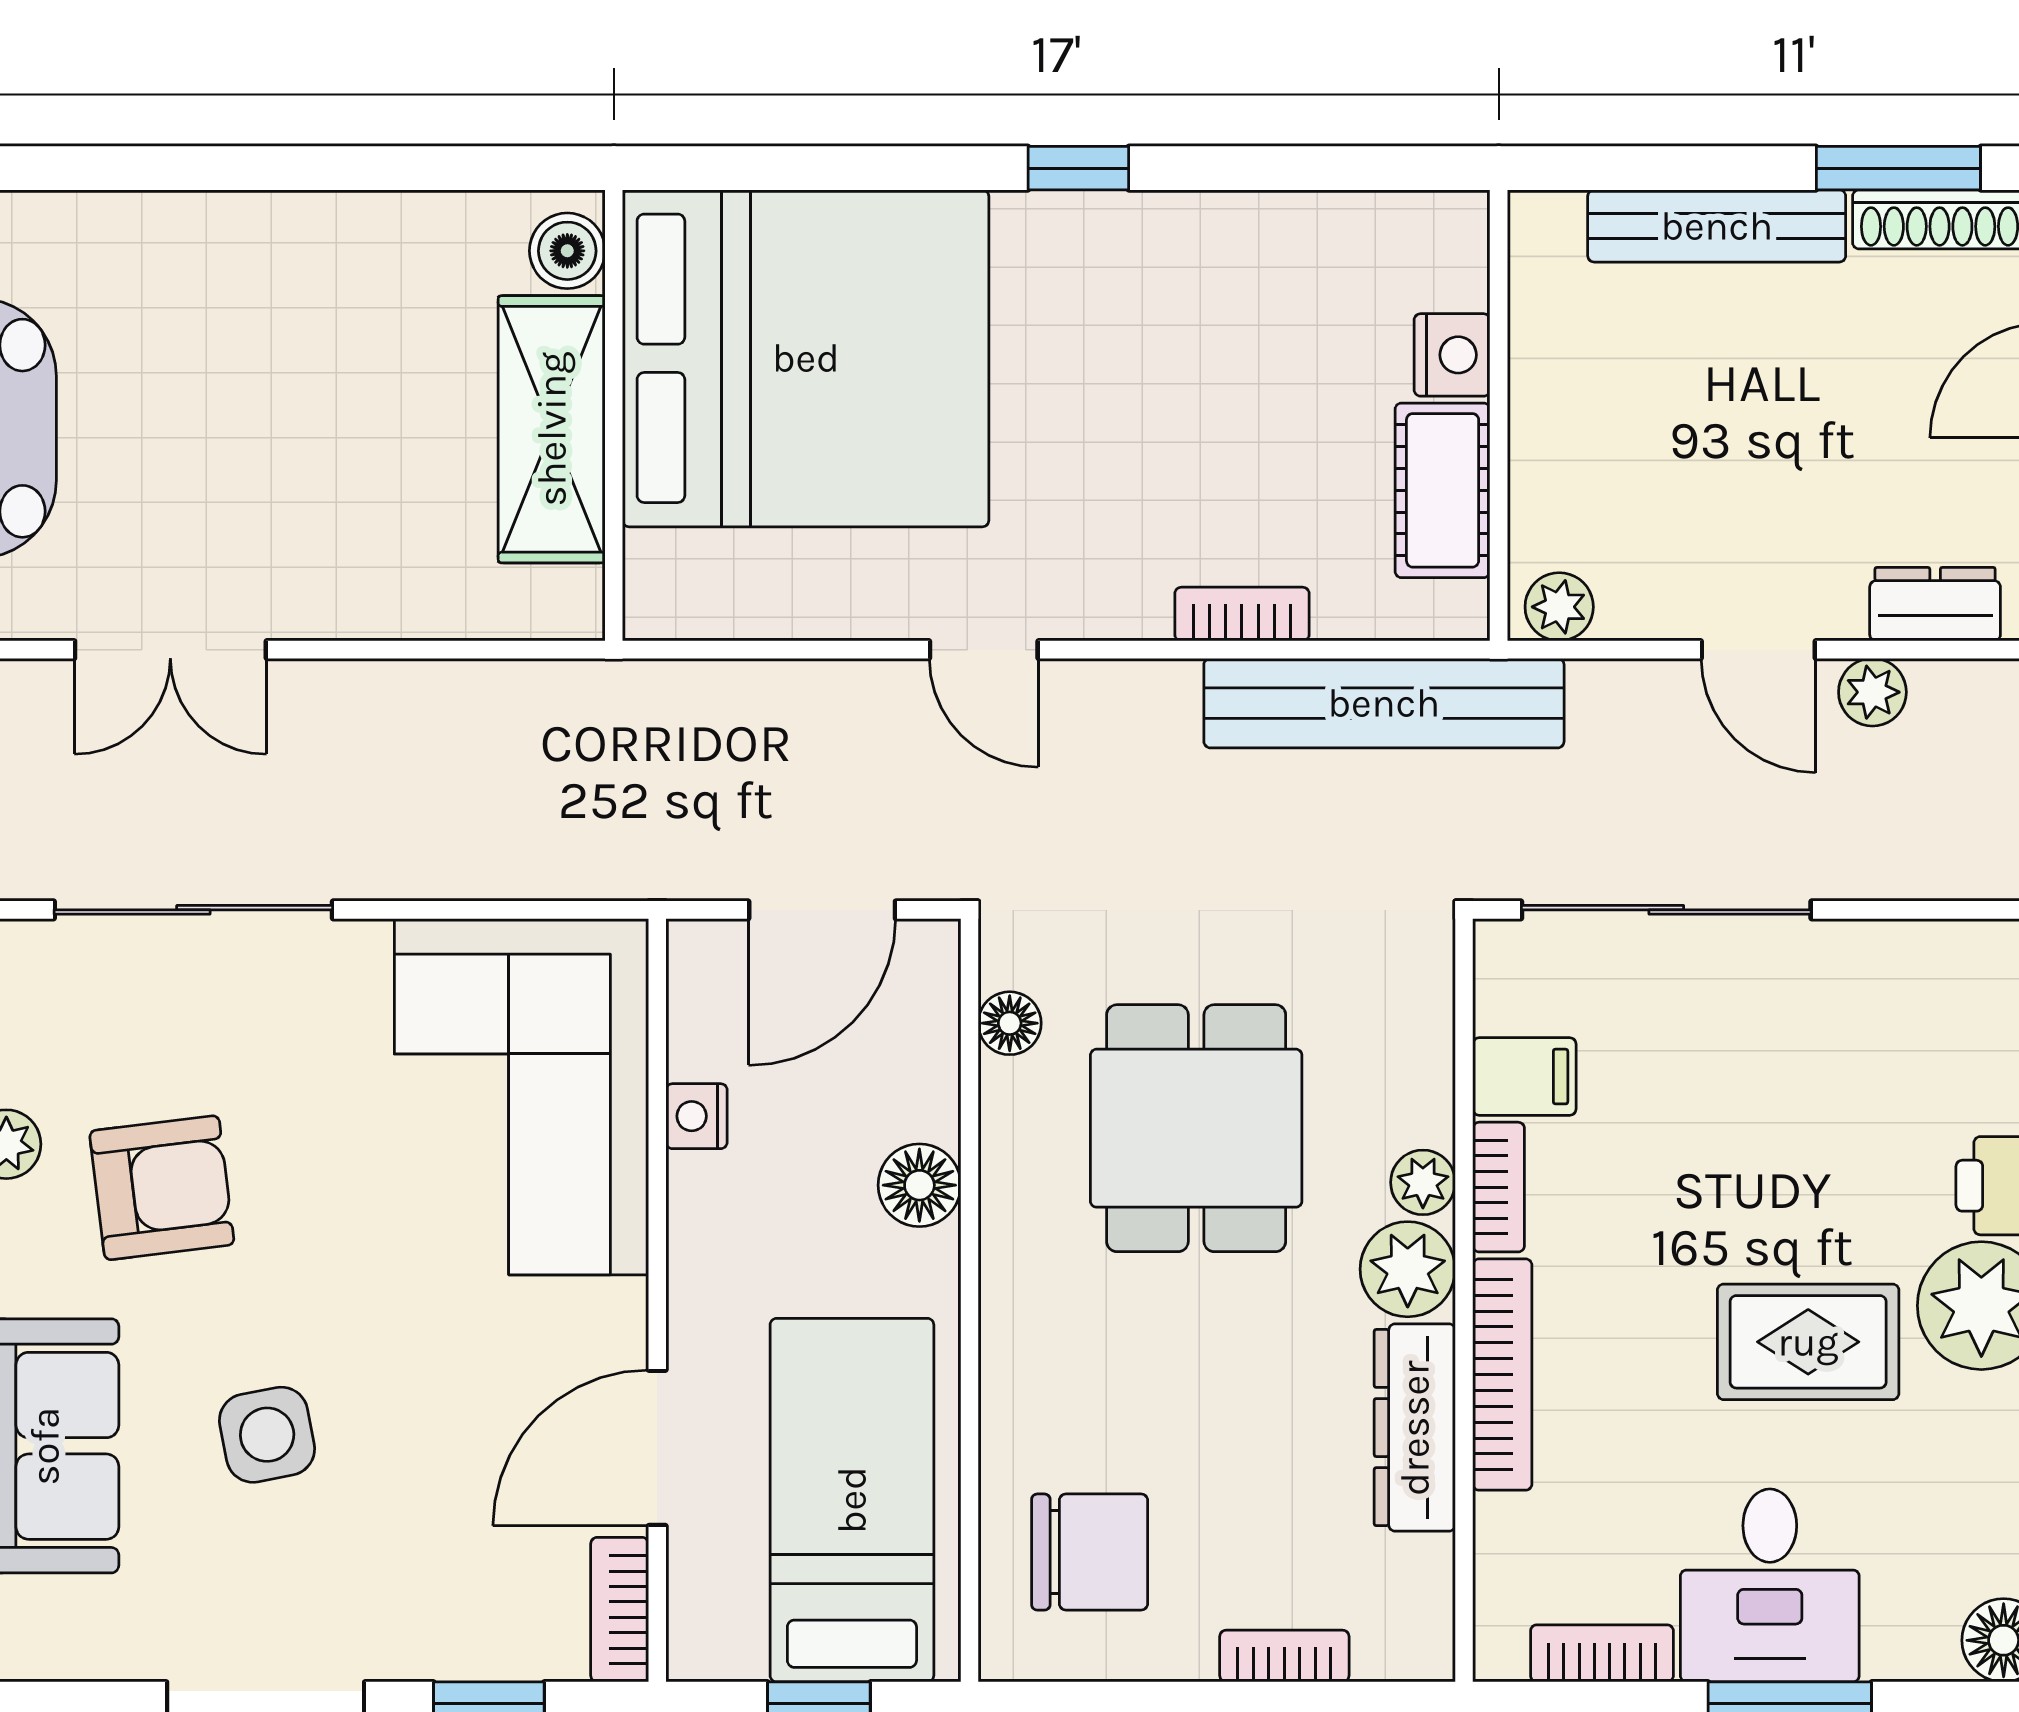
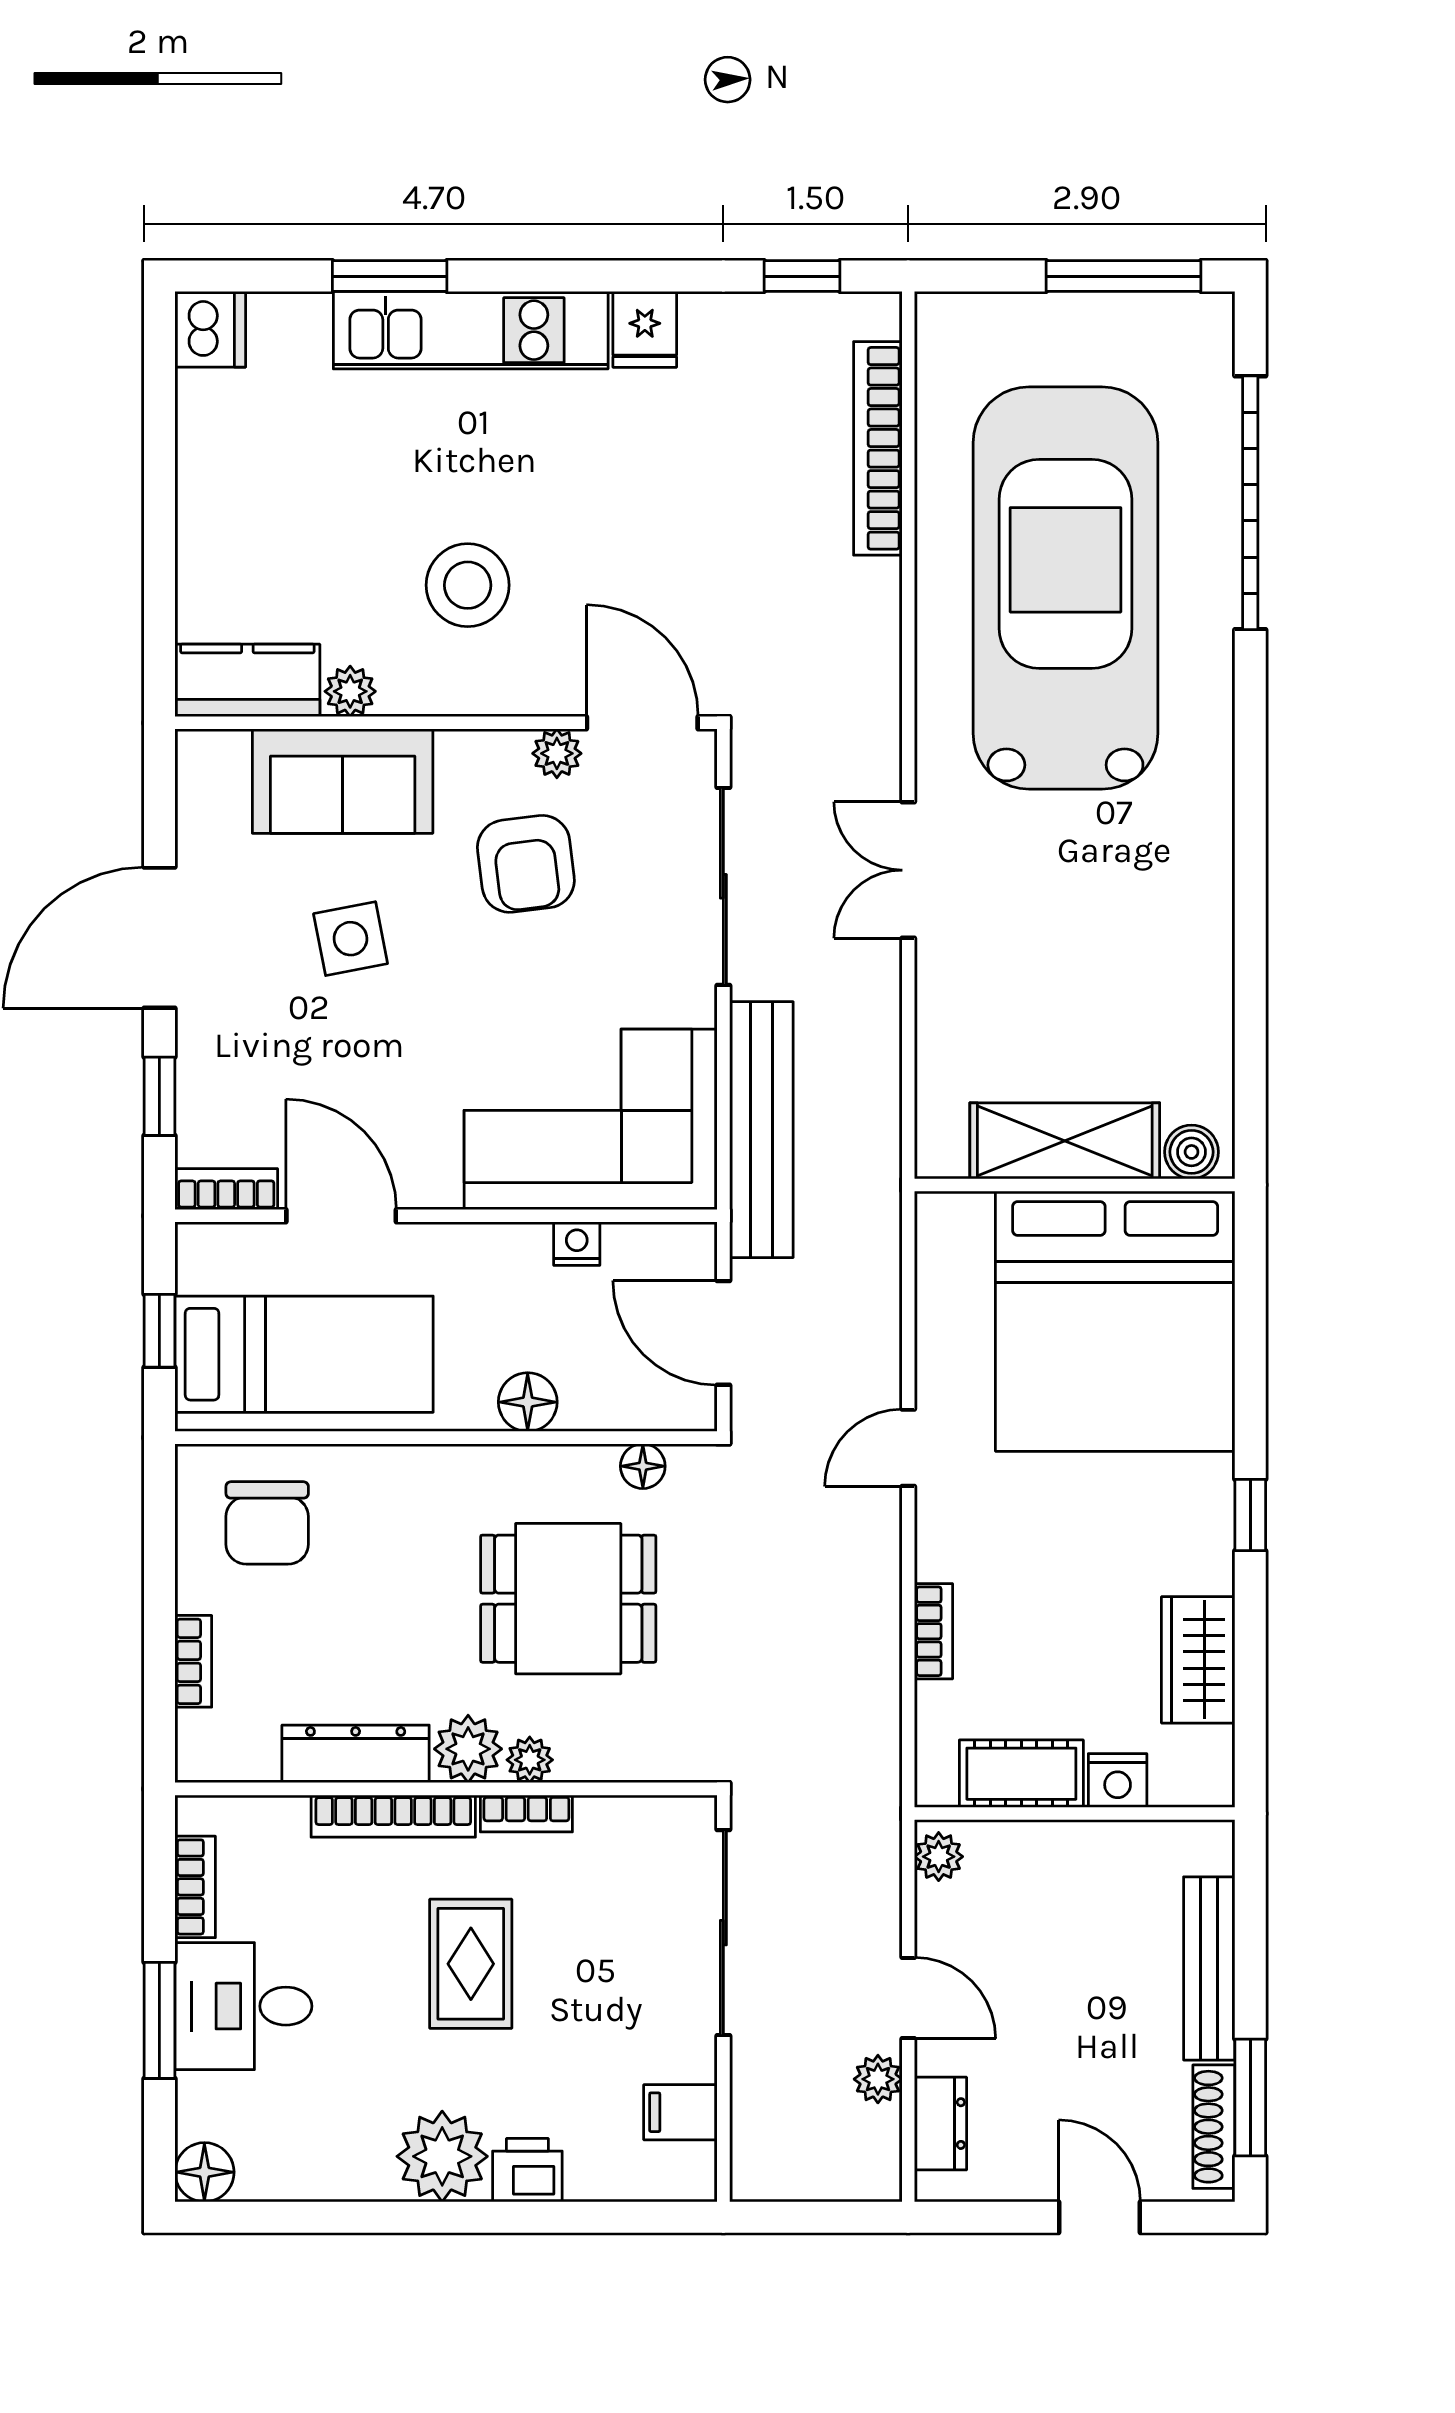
wardrobe: (1282, 241) -> (1198, 1660), added
door: (1758, 650) -> (908, 1998), swing flipped
bench: (1384, 703) -> (761, 1130), moved
filing cabinet: (1524, 1077) -> (680, 2112), moved, turned 90
rug: (1808, 1342) -> (471, 1964), moved

